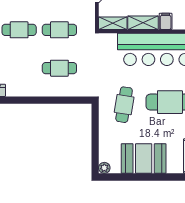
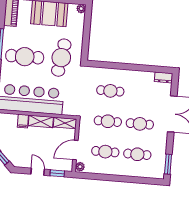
cafe table: (124, 105) -> (61, 58), width x1.37, depth x1.35

